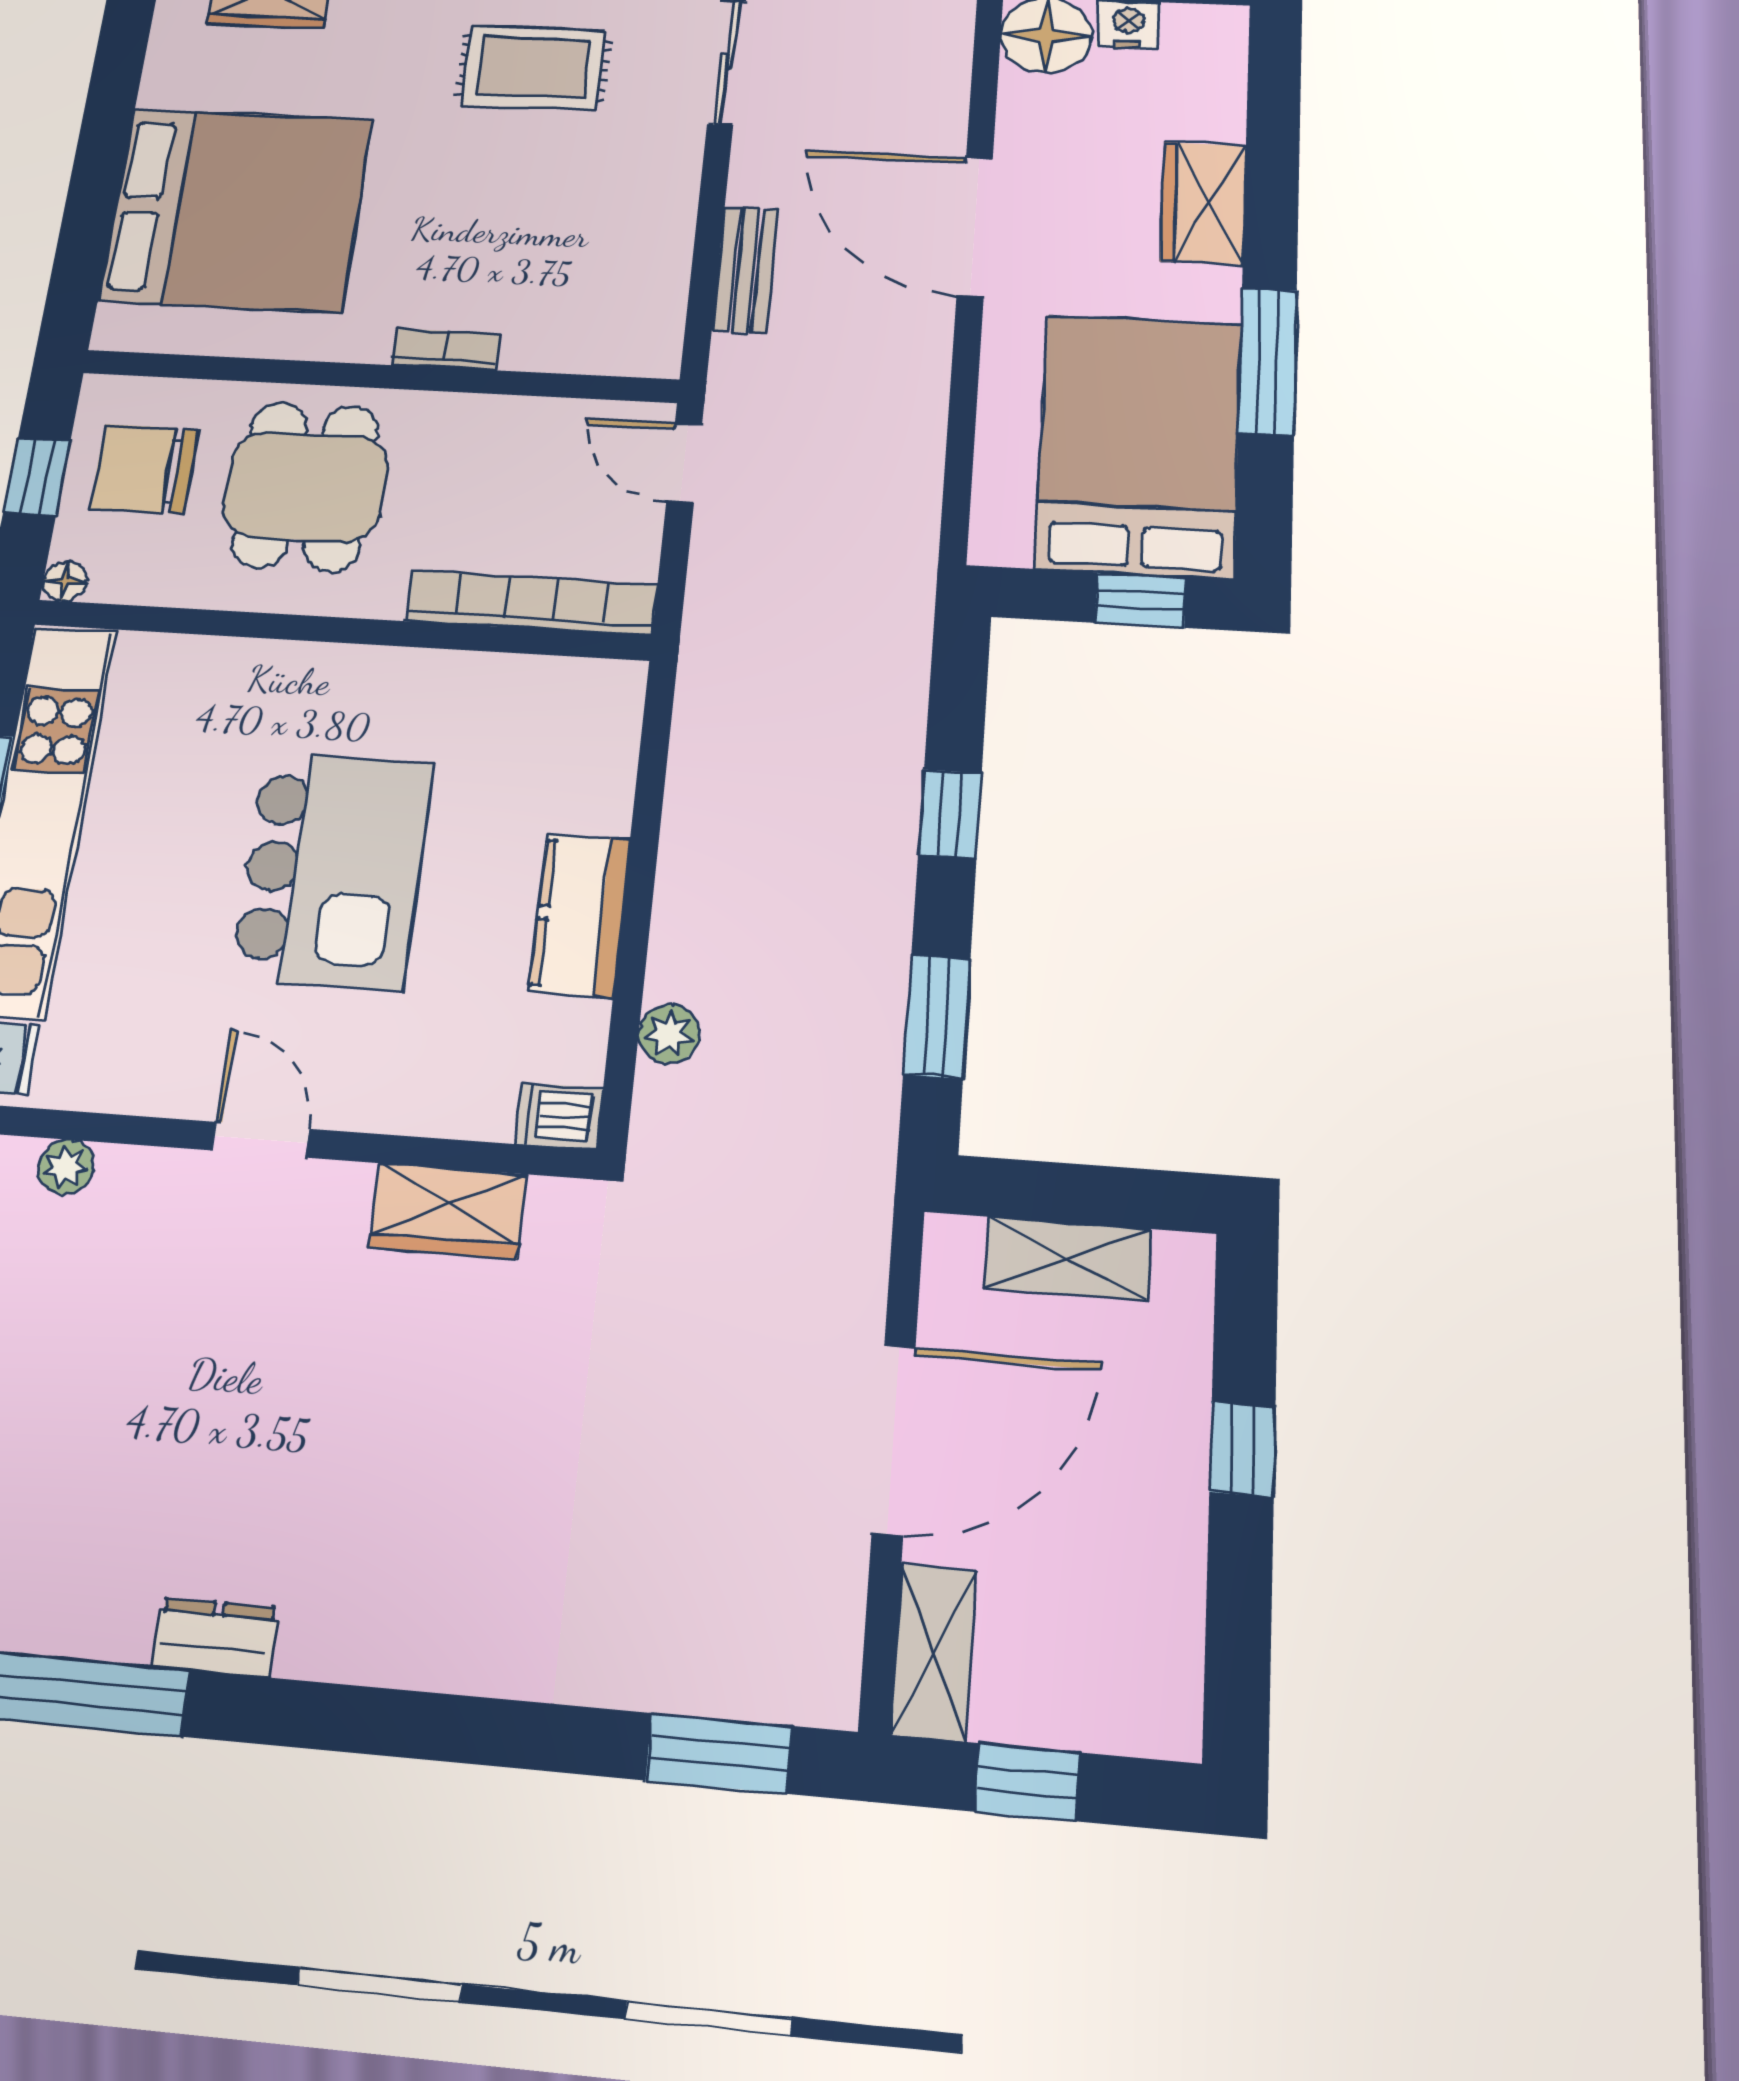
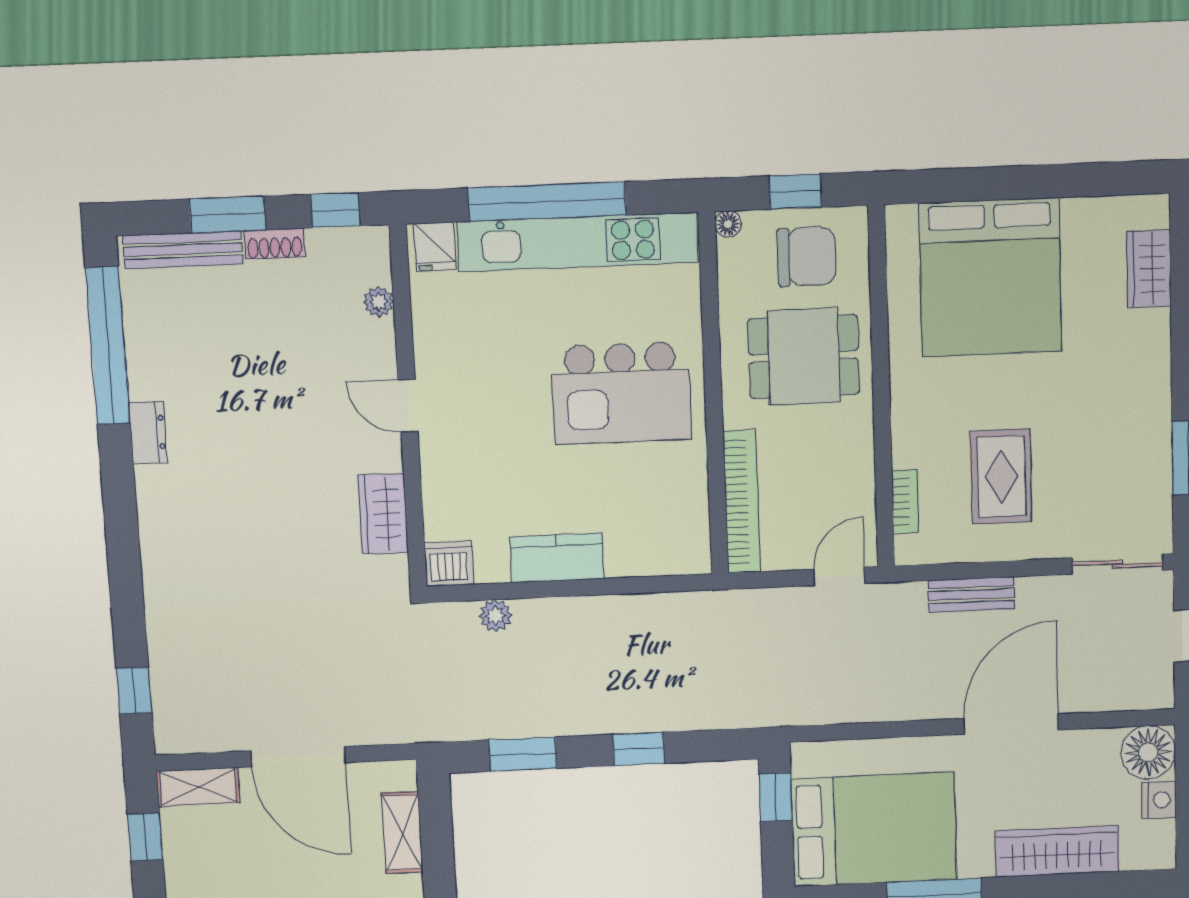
rug: (533, 68) -> (1001, 477), moved
wardrobe: (1203, 203) -> (1057, 851), width x1.50
bookcase: (446, 349) -> (905, 502), moved
chair: (144, 469) -> (806, 257), turned 90
window: (1141, 600) -> (776, 797), moved
kitchen island: (333, 870) -> (621, 393), moved
dishwasher: (559, 1116) -> (449, 564), width x1.38
door: (260, 1140) -> (408, 406), swing flipped
window: (719, 1753) -> (134, 691), width x0.67

